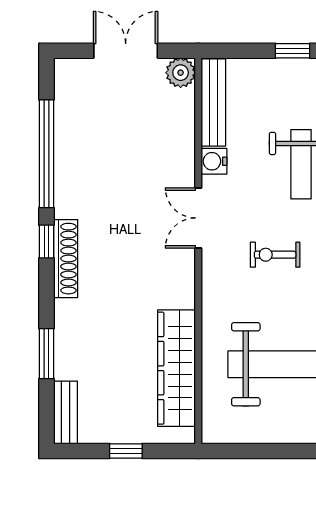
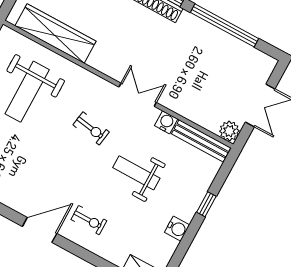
exercise bike: (275, 255) -> (91, 128), turned 99

